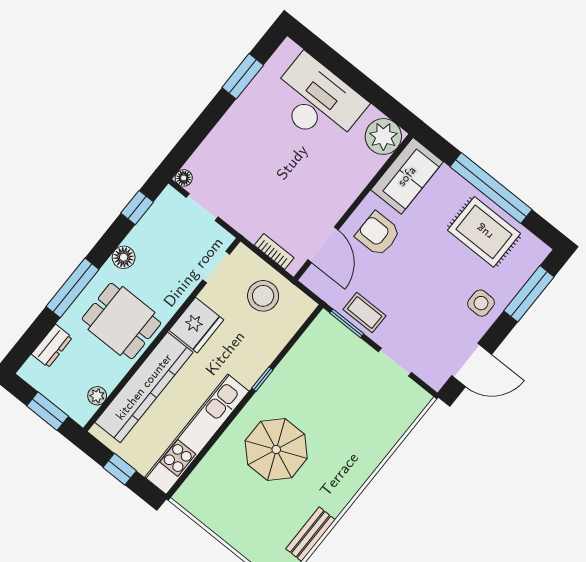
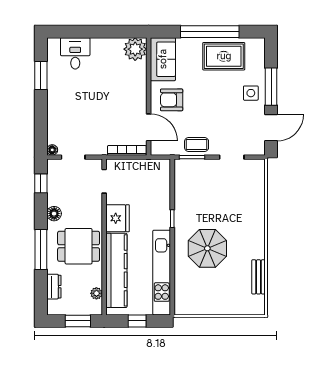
desk: (317, 101) -> (75, 53), width x0.53, depth x0.77
bookcase: (274, 251) -> (127, 150), width x1.56
window: (529, 294) -> (271, 87), moved
stool: (263, 296) -> (139, 177), removed

